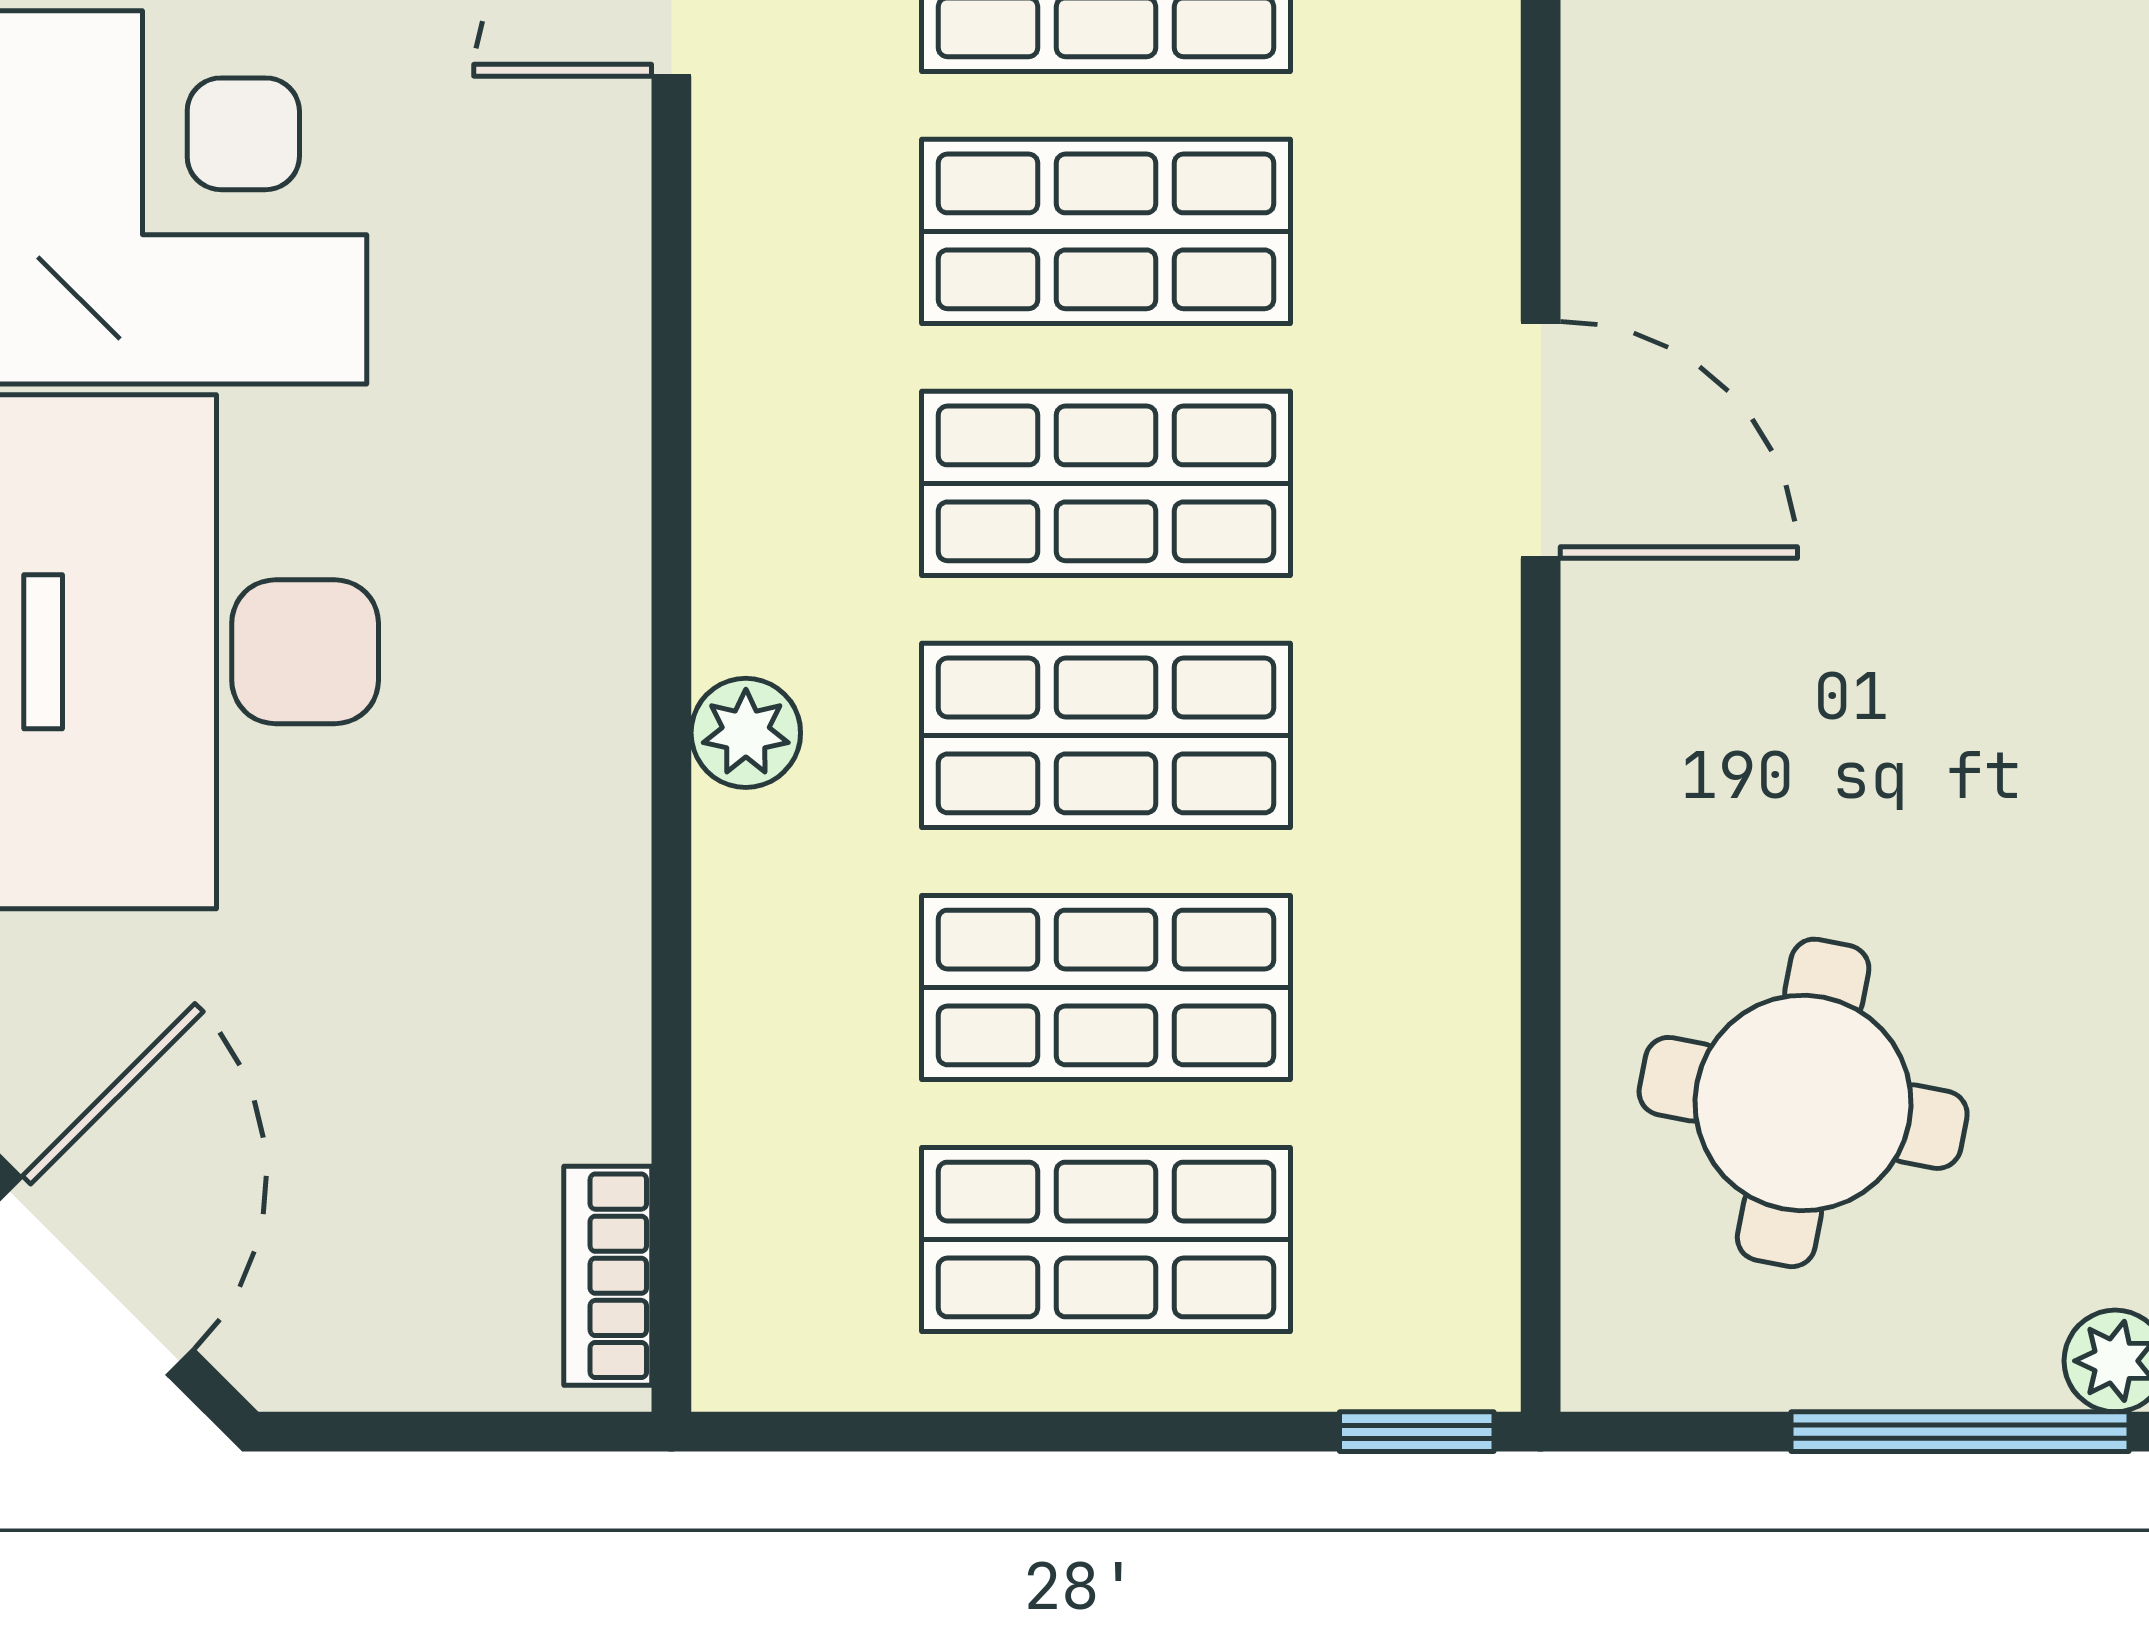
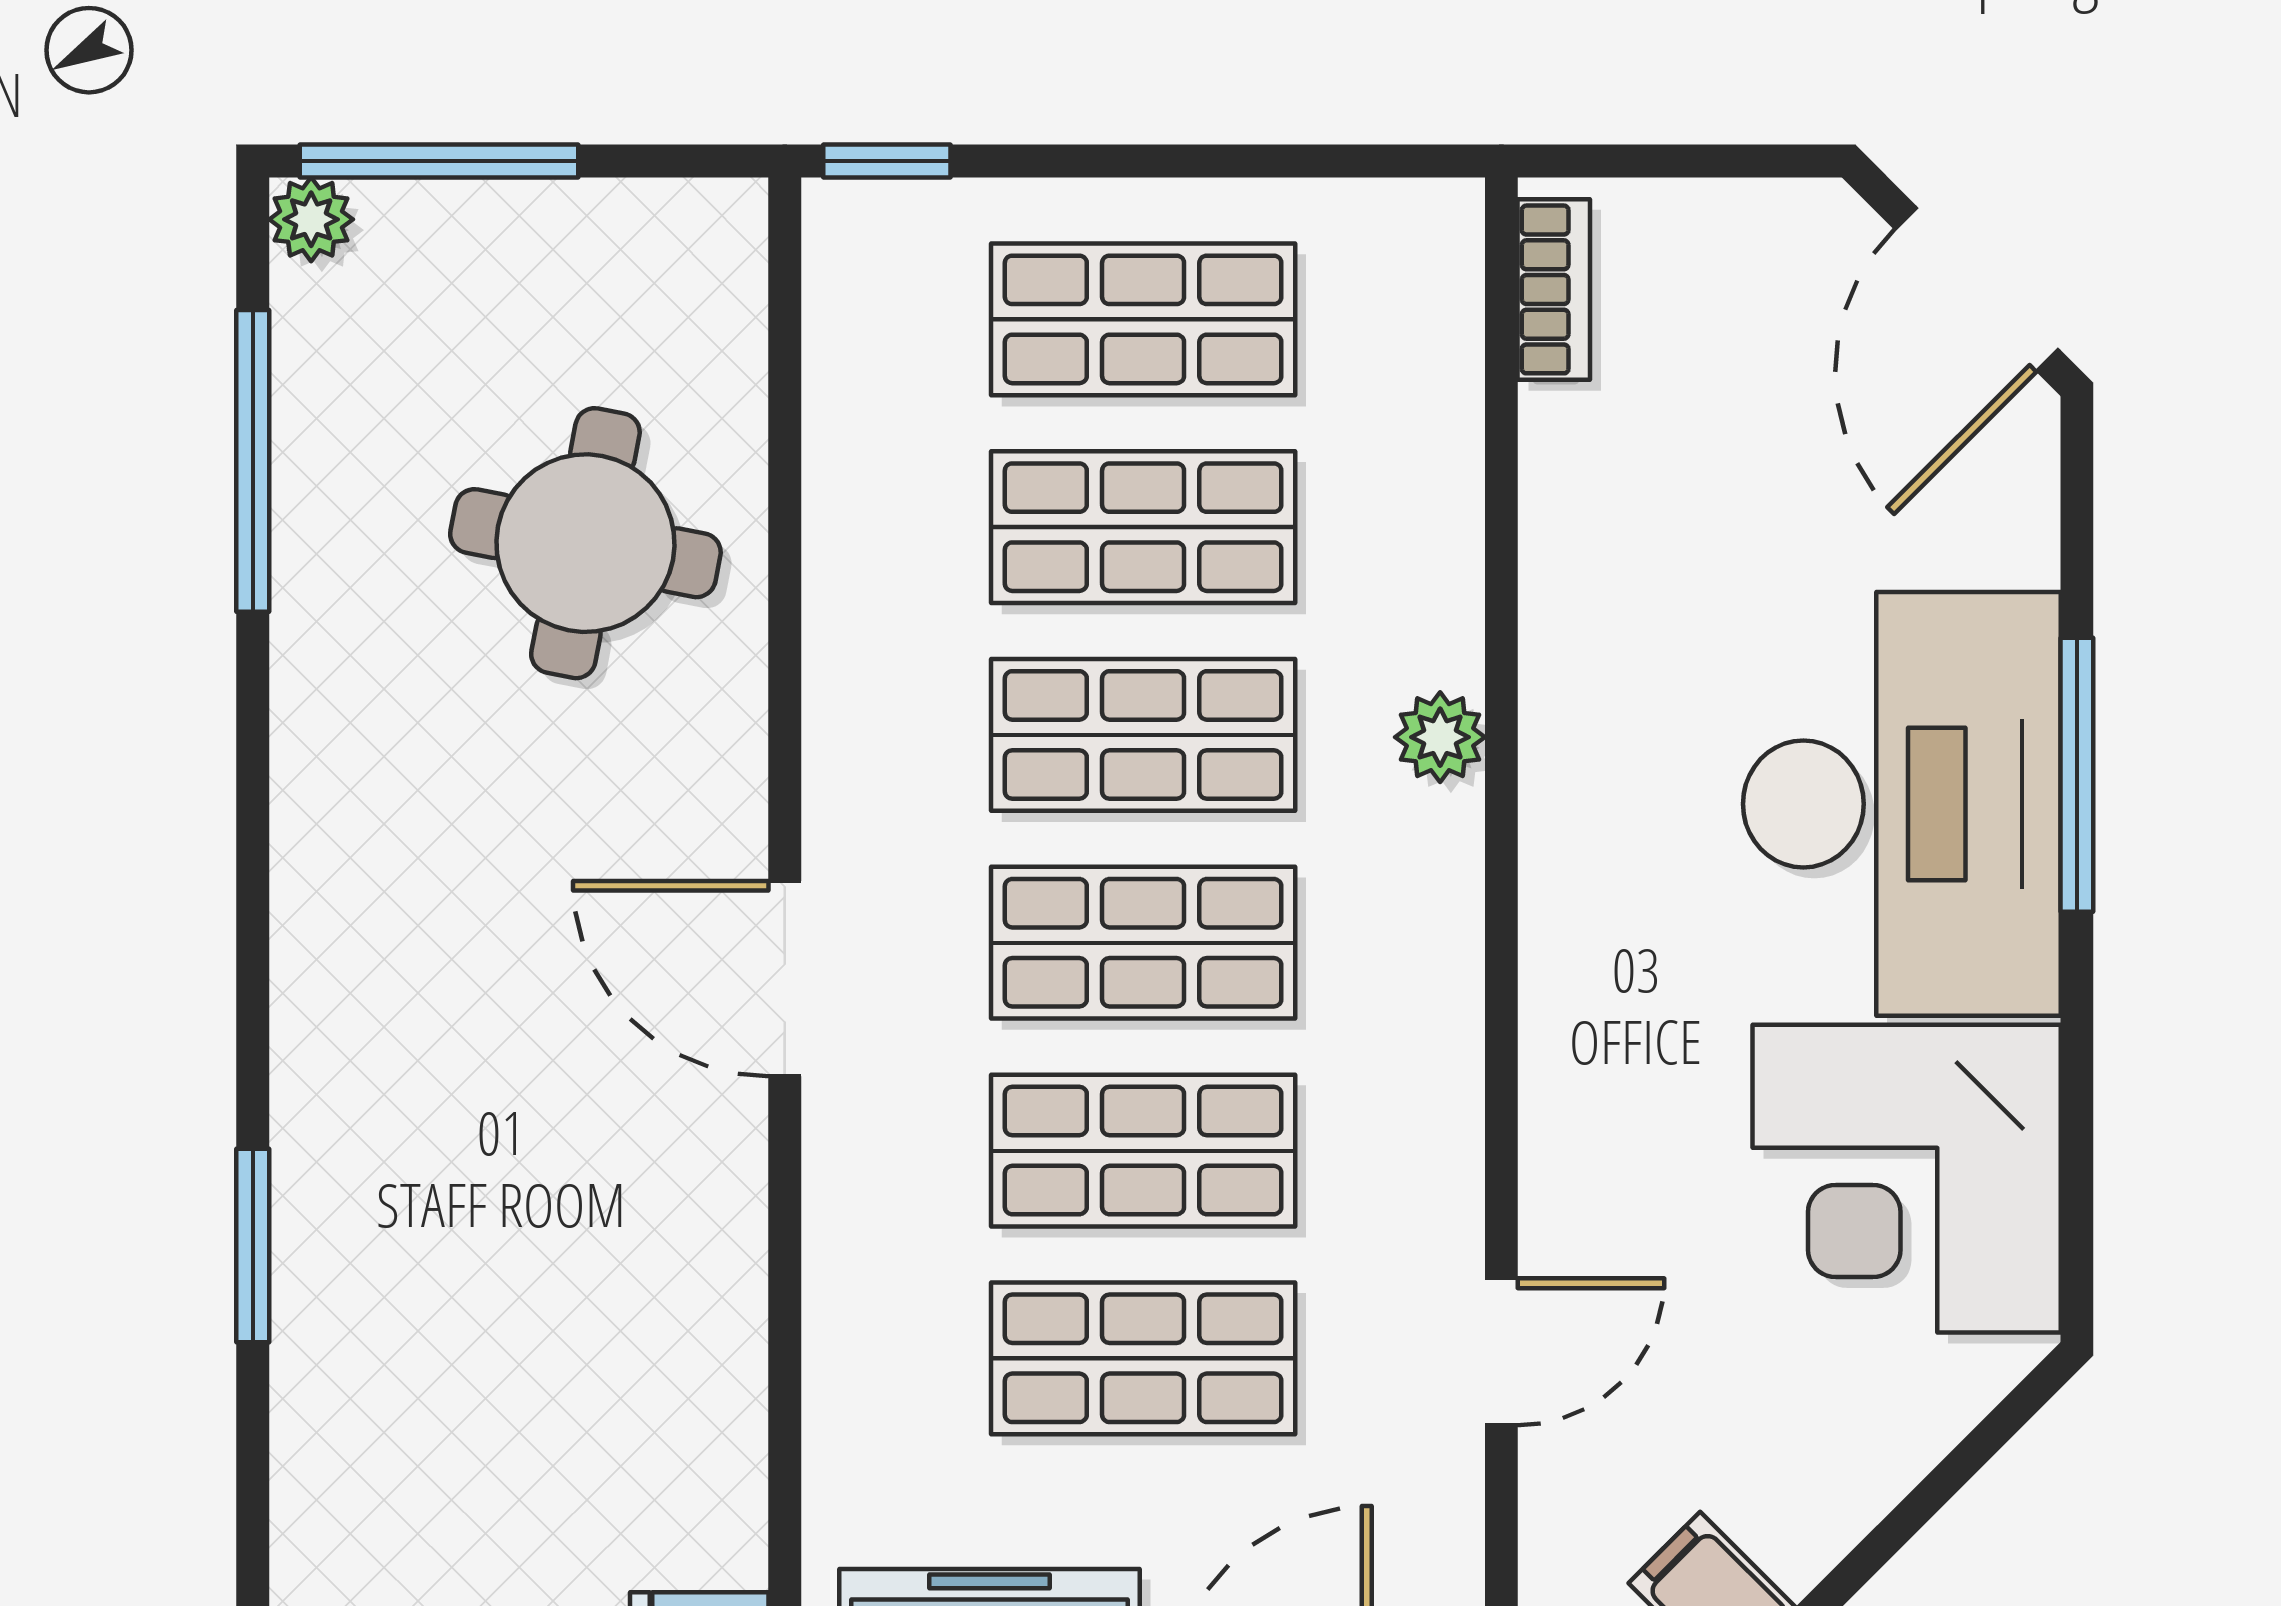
round table: (1803, 1103) -> (585, 543), moved

